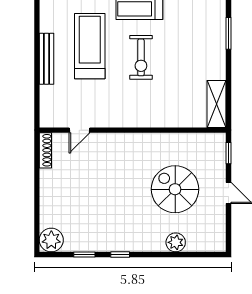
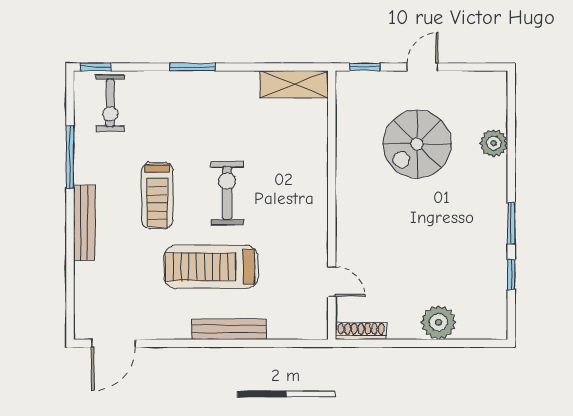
exercise bike: (141, 57) -> (227, 193), turned -90
plant: (51, 240) -> (439, 322), moved
window: (120, 254) -> (511, 223), width x1.50

